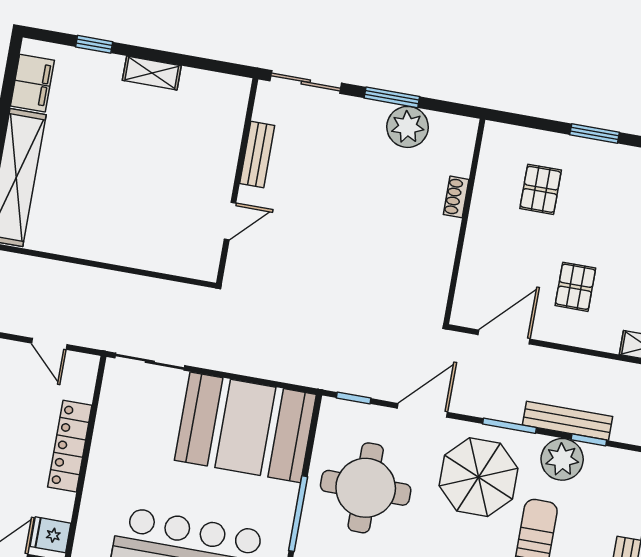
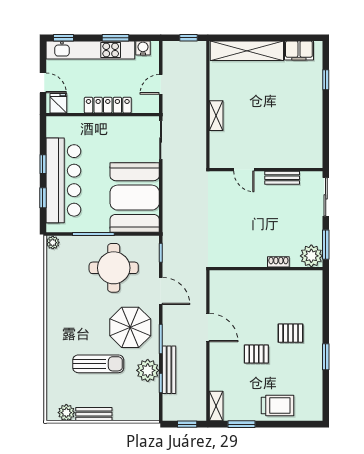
shelving: (152, 73) -> (216, 116), moved
shoe rack: (456, 197) -> (278, 262), moved
wall: (464, 222) -> (266, 269), moved
pallet: (575, 287) -> (256, 354), moved

